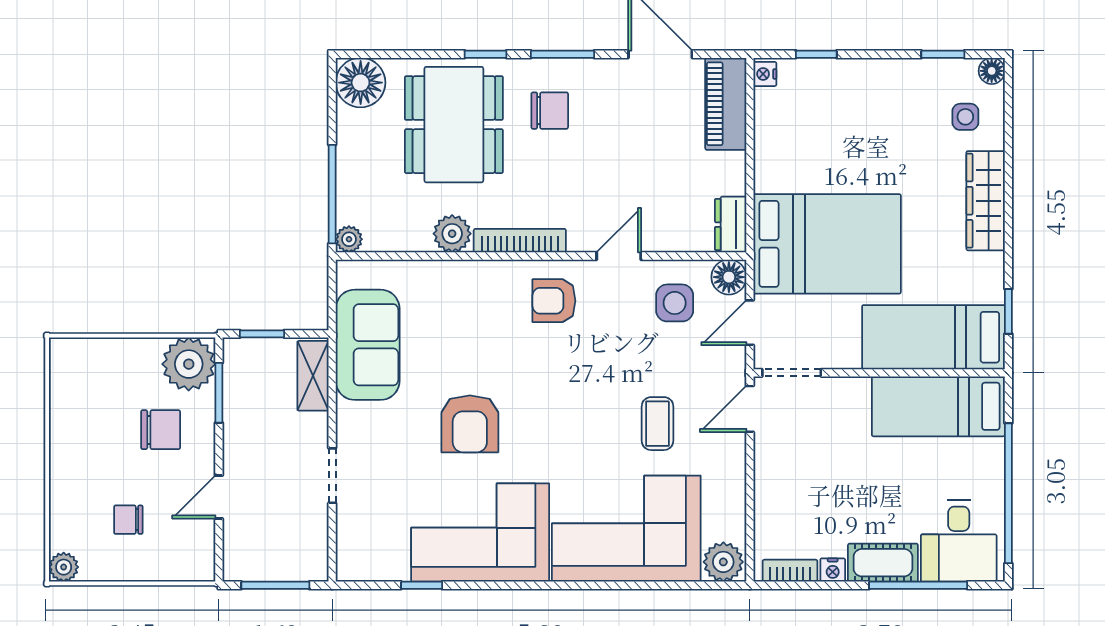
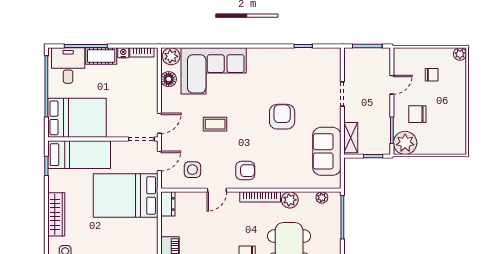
plant: (349, 239) -> (322, 198), moved
floor lamp: (729, 277) -> (169, 79), moved
bed: (938, 406) -> (77, 118), width x1.50
coffee table: (657, 424) -> (215, 124), moved, turned 90
corner sofa: (480, 532) -> (278, 69), removed

